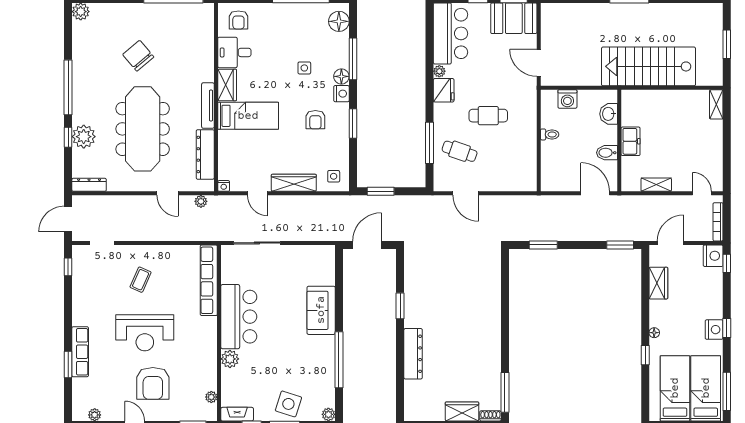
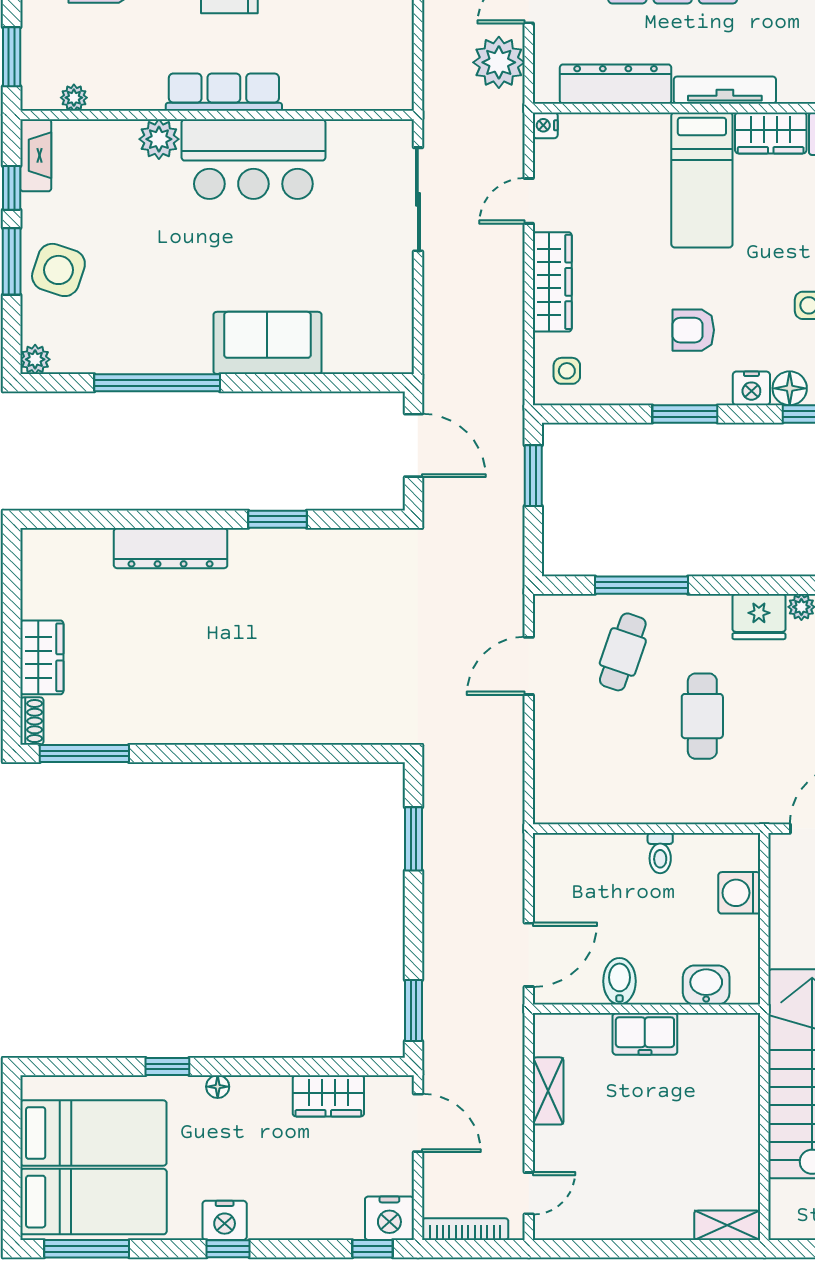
plant: (201, 201) -> (499, 62), width x1.88, depth x1.88
row of seats: (209, 280) -> (224, 92), moved, width x0.73

